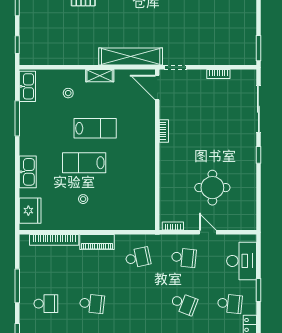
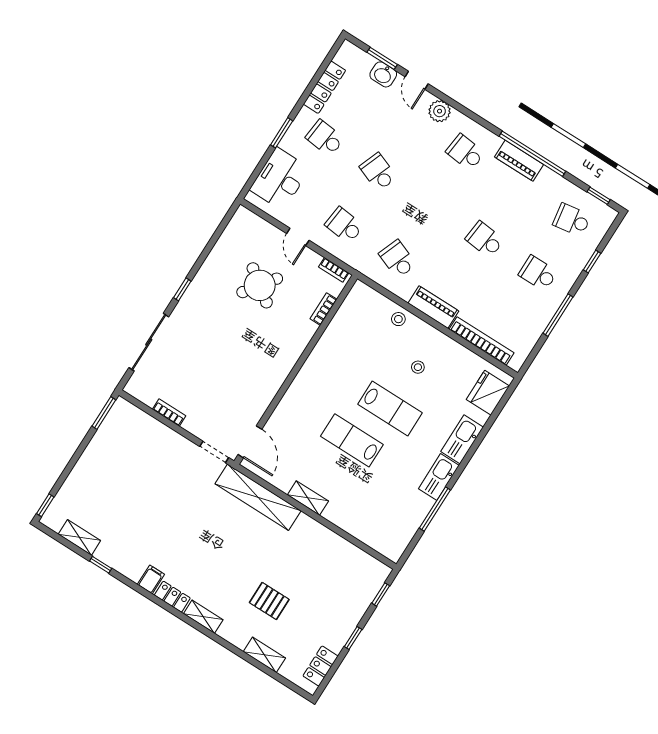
kitchen sink: (27, 86) -> (439, 477), moved
stool: (68, 93) -> (398, 319), moved
bookcase: (164, 131) -> (324, 309), moved
round table: (212, 188) -> (260, 285), turned 36
school desk: (138, 258) -> (398, 259), turned 33

